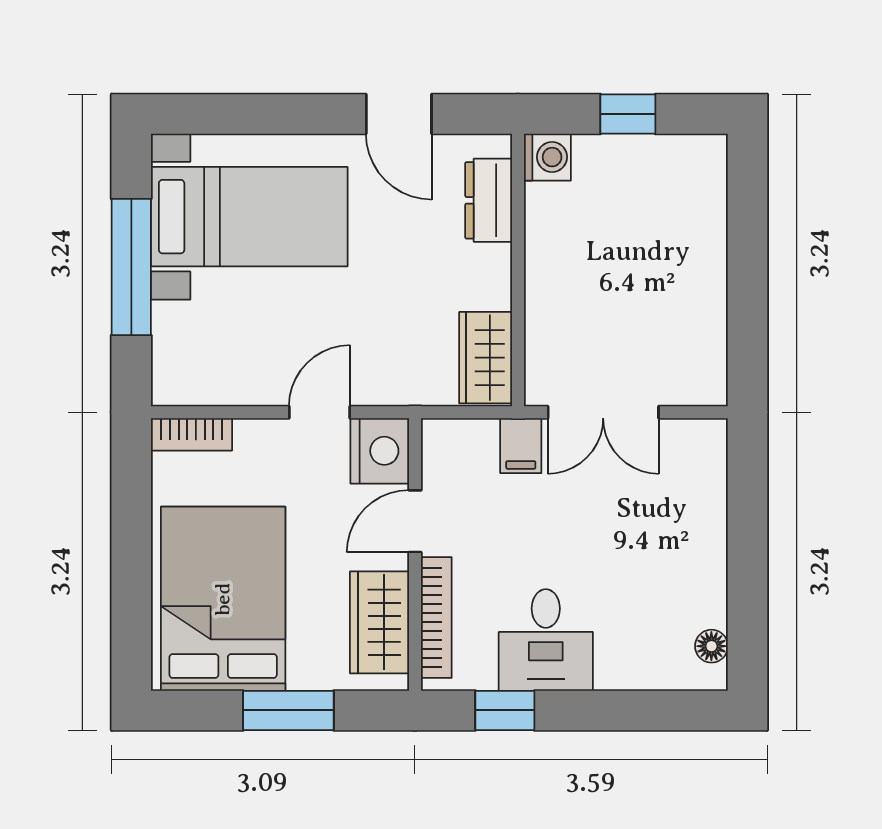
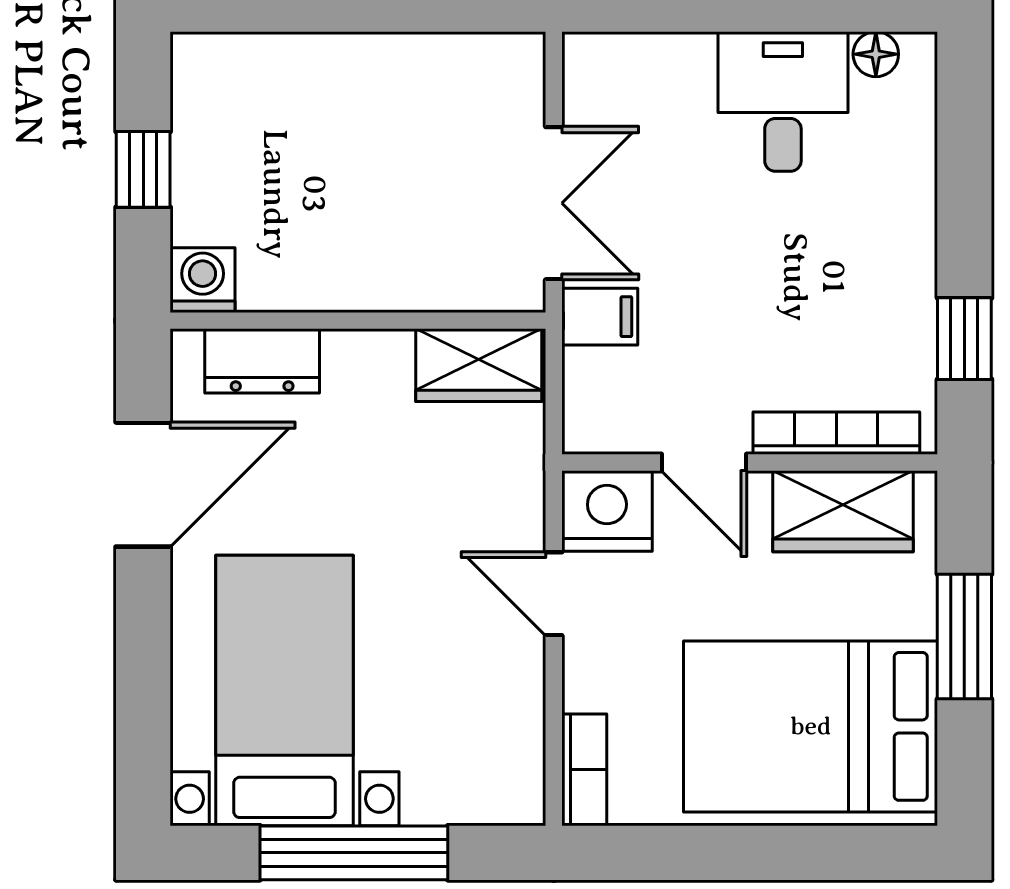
door: (399, 114) -> (143, 485), width x1.38
desk: (546, 640) -> (783, 102), moved, turned -90

